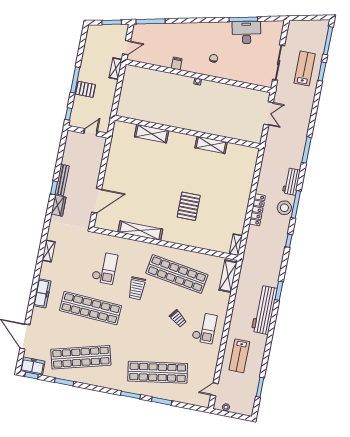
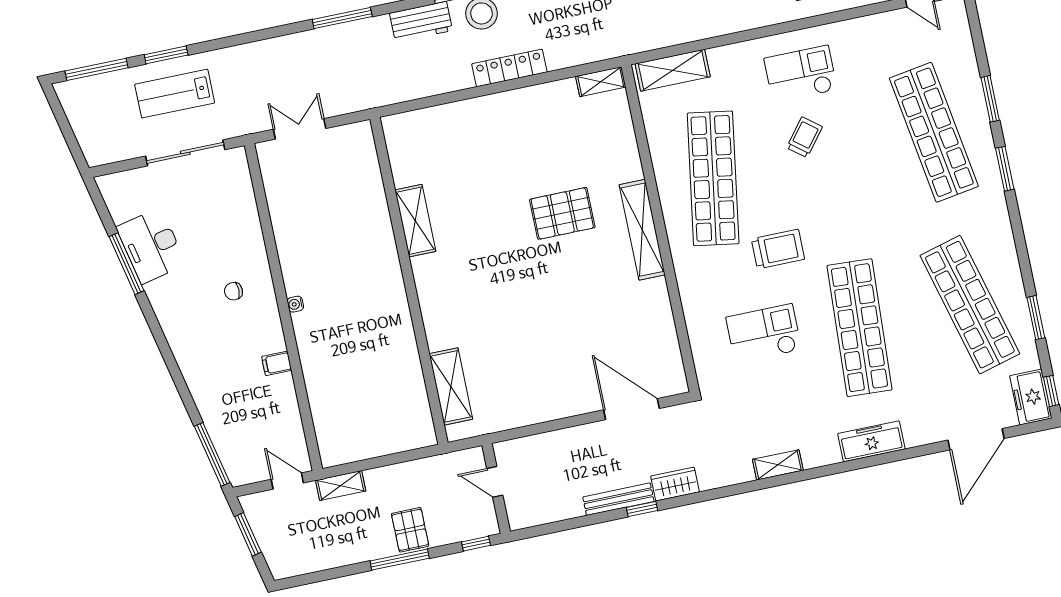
shelving: (152, 134) -> (451, 386), moved
shelving: (140, 231) -> (642, 230), moved

